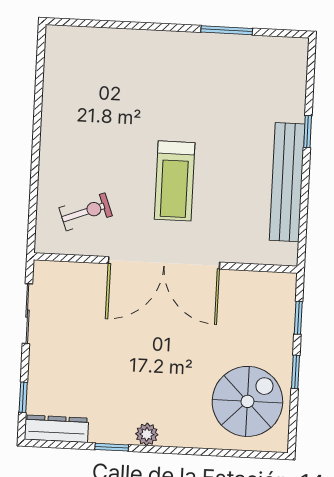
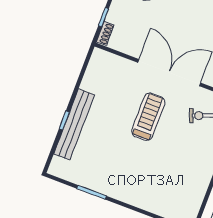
bench: (287, 182) -> (74, 124), moved
shoe rack: (287, 293) -> (105, 33), added

